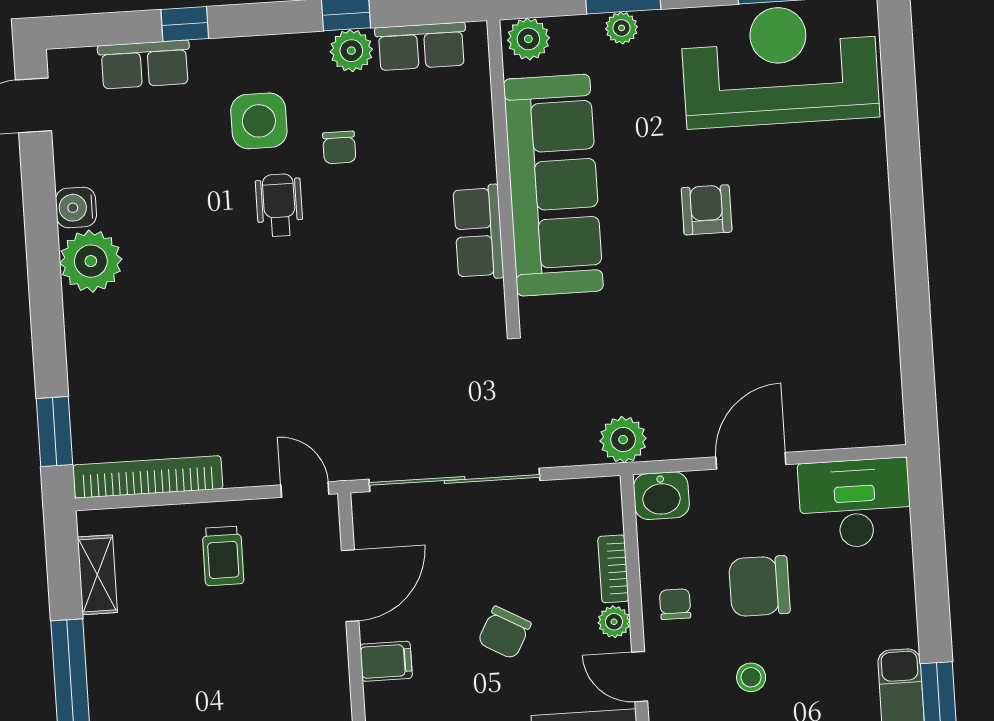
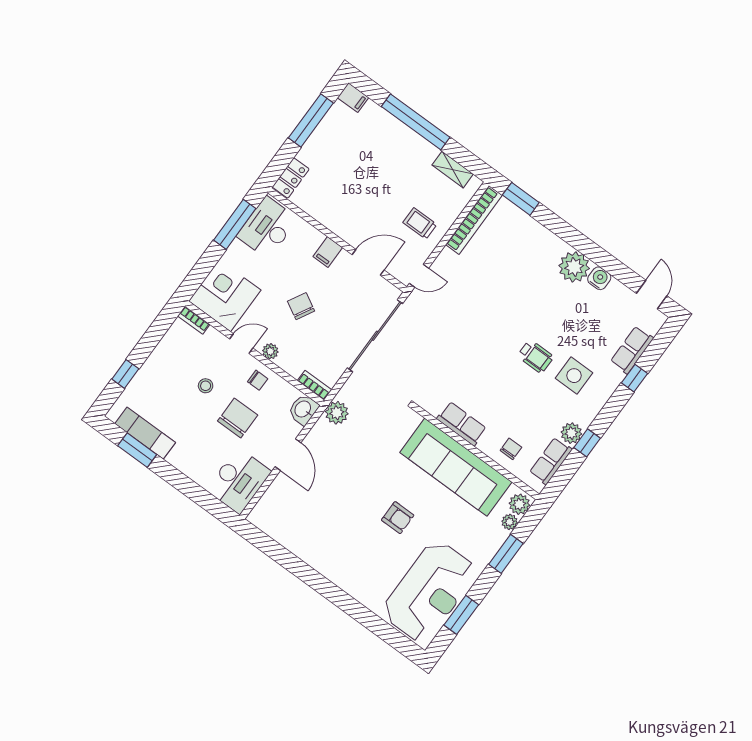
plant: (622, 28) -> (510, 522), moved
chair: (339, 147) -> (511, 449), moved, turned 90
bookcase: (613, 569) -> (315, 385), moved
door: (350, 586) -> (368, 262), swing flipped

